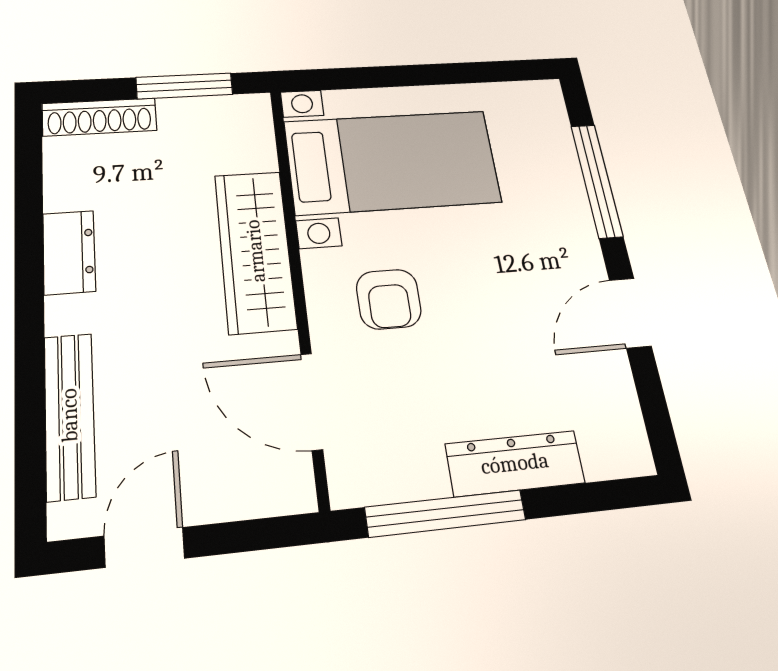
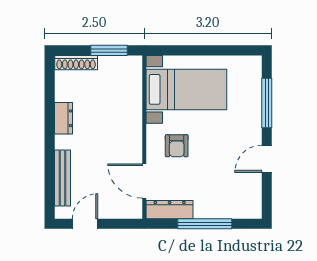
wardrobe: (255, 251) -> (130, 123), removed
dresser: (515, 463) -> (170, 210), moved
window: (446, 513) -> (205, 224), moved

